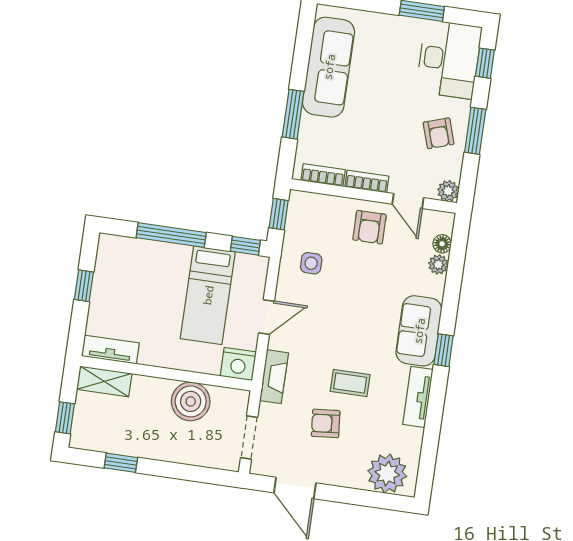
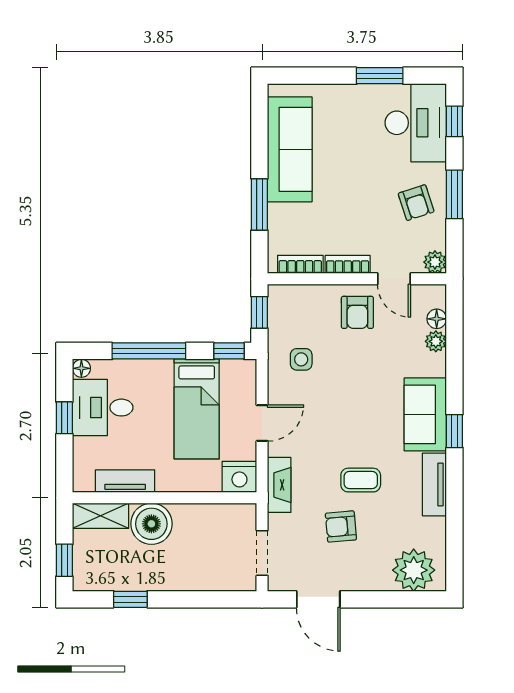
floor lamp: (106, 242) -> (81, 368), added
desk: (121, 281) -> (103, 408), added
tv unit: (110, 350) -> (125, 481), moved
boiler: (191, 401) -> (151, 524), moved

